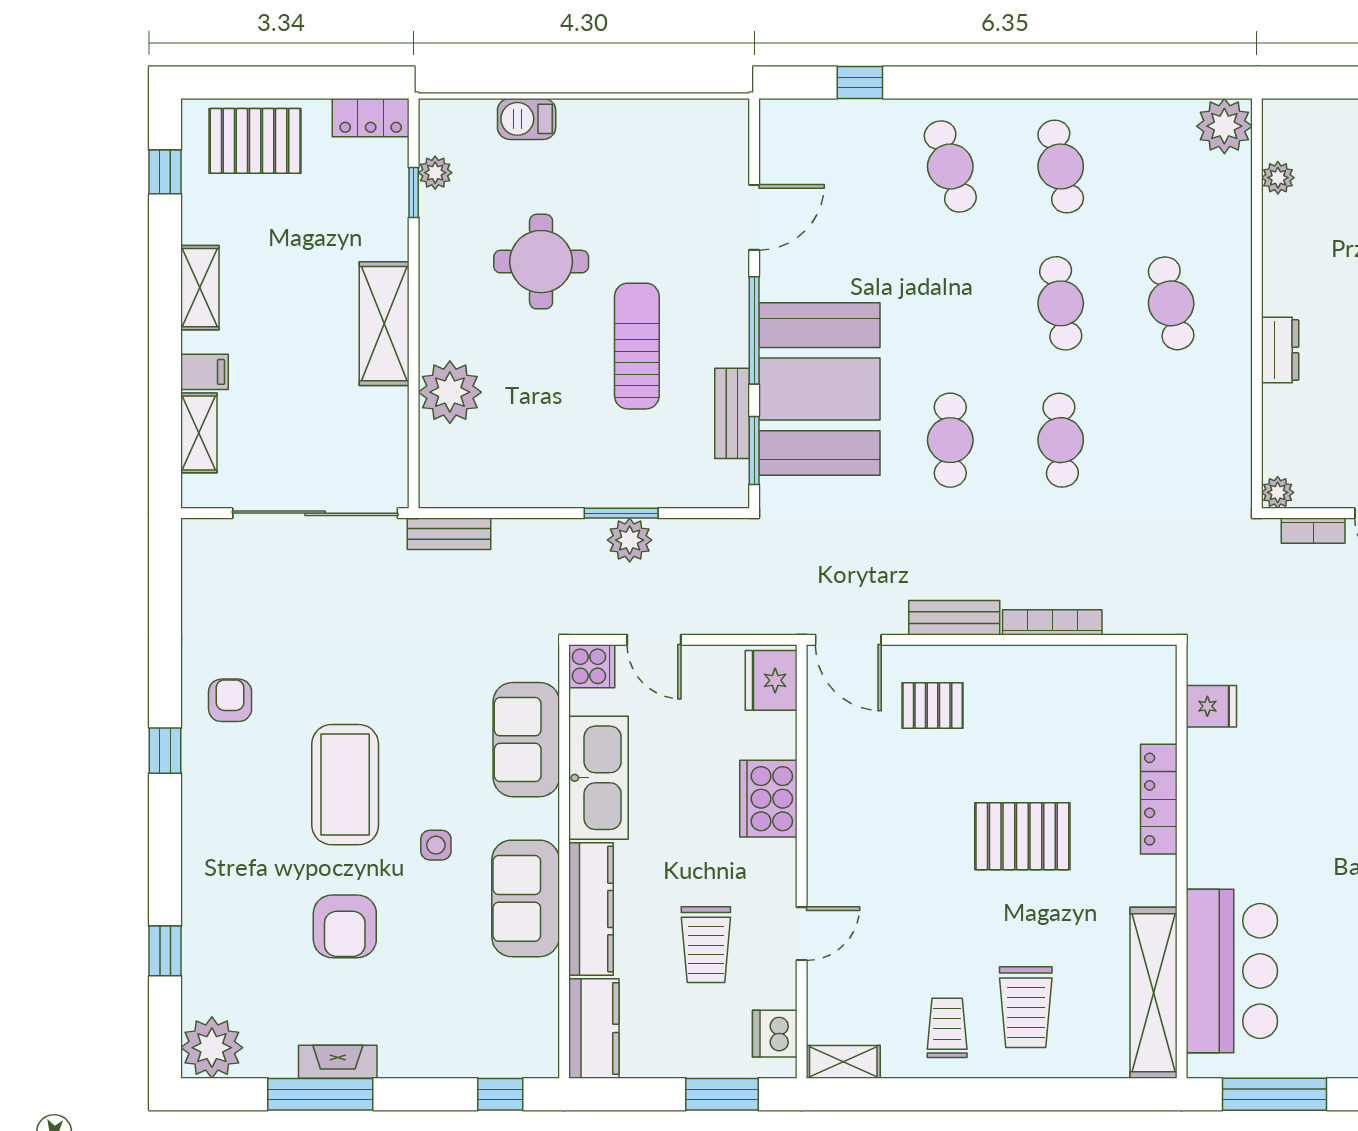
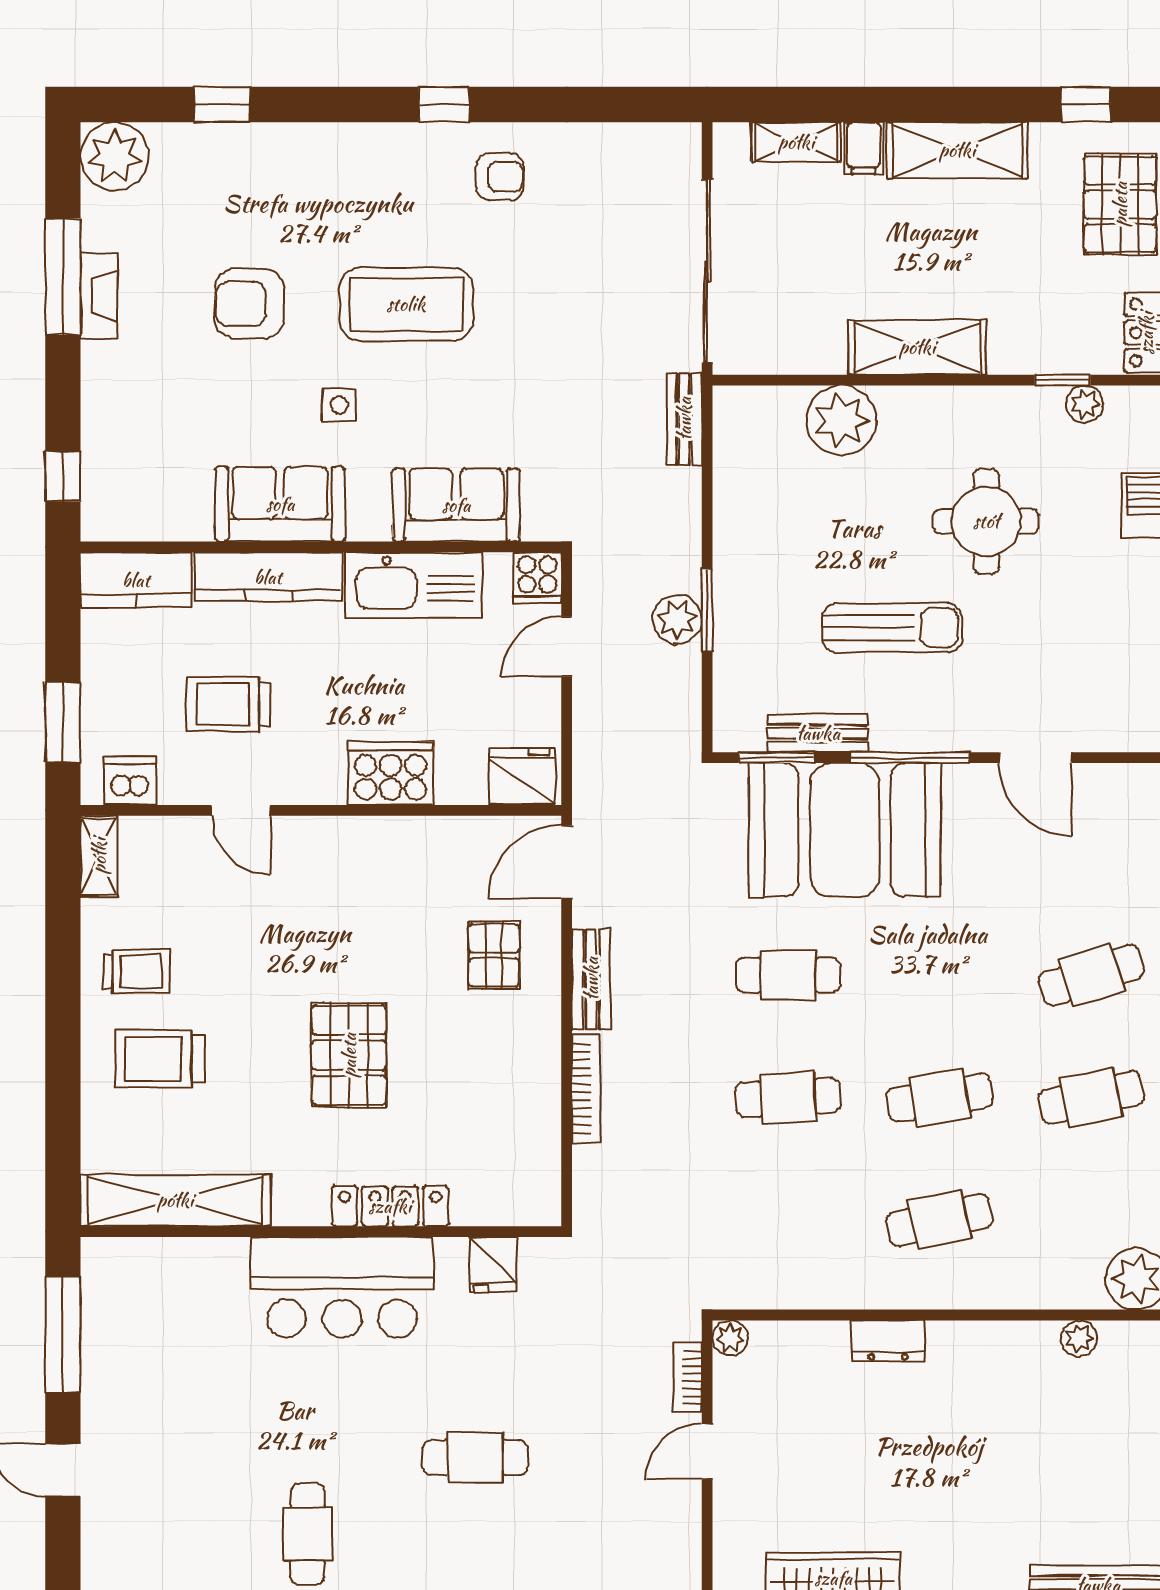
shelving: (200, 288) -> (957, 150), width x1.50, depth x1.33
bar counter: (1232, 971) -> (342, 1287), moved

